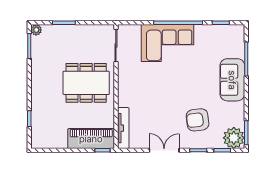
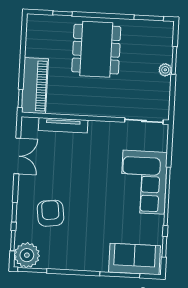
plant: (36, 30) -> (165, 70), moved
sofa: (232, 80) -> (134, 259), moved
dining table: (86, 83) -> (96, 49), moved
tv unit: (123, 128) -> (63, 125), moved
double door: (164, 150) -> (17, 156), moved

